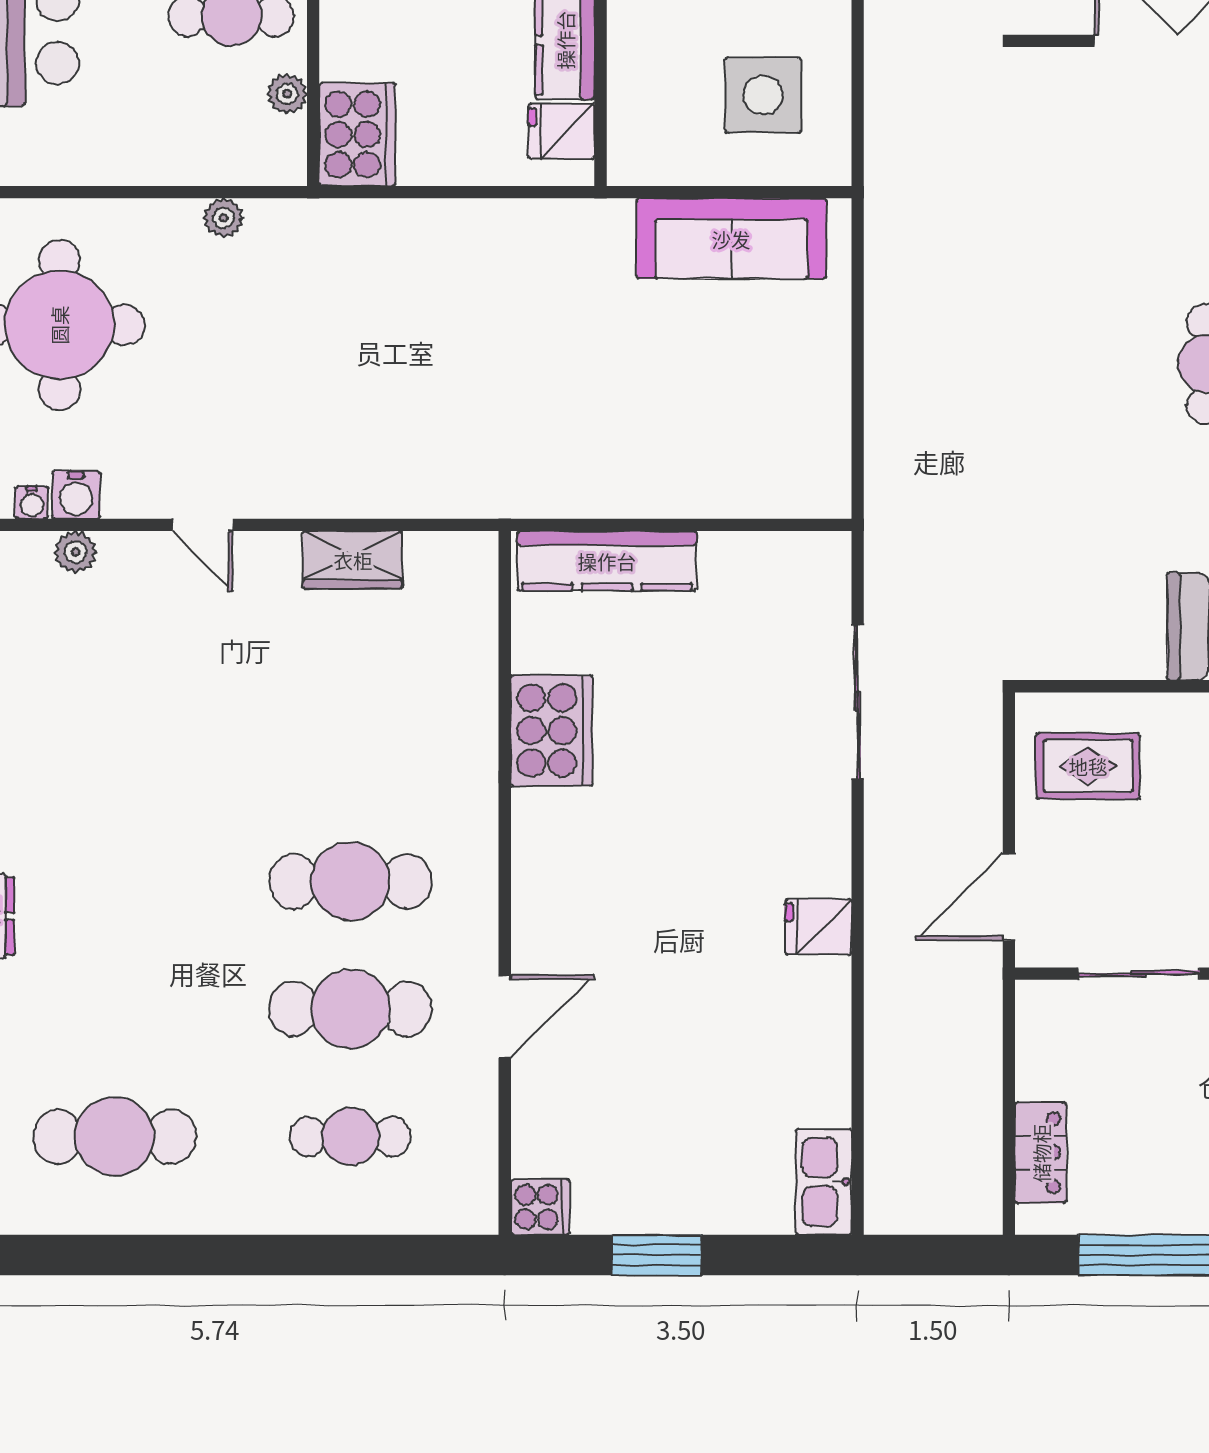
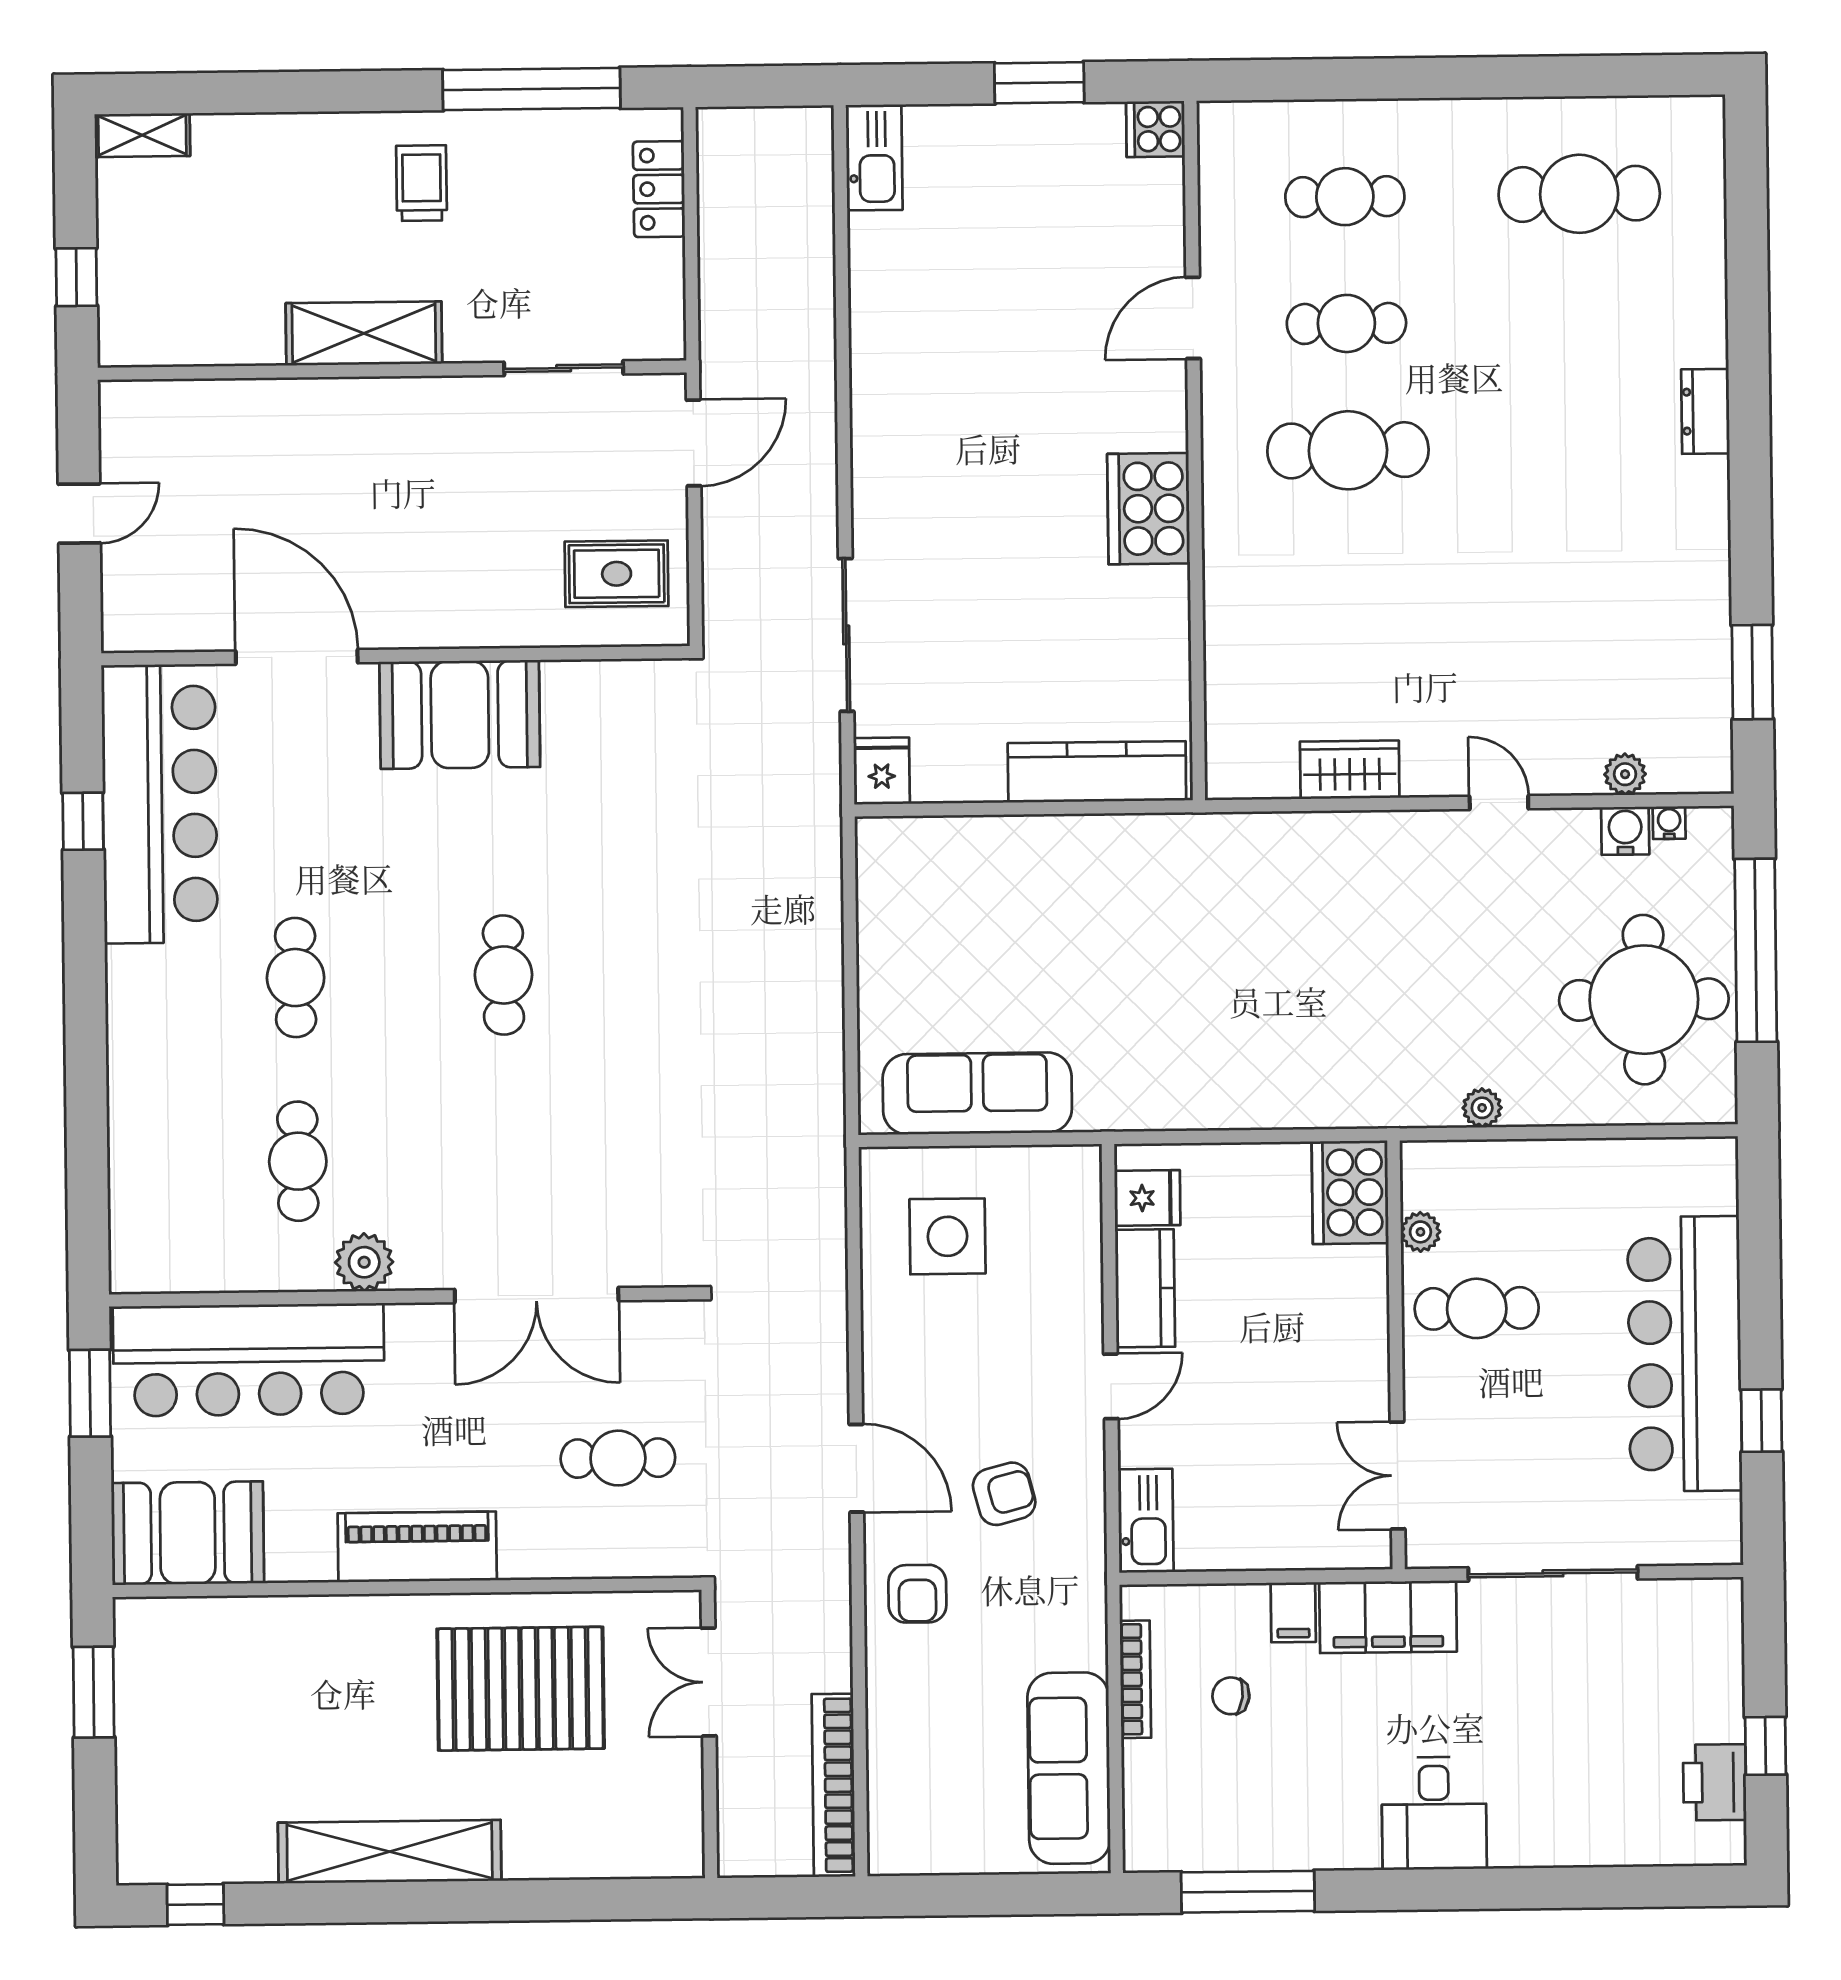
cooker: (552, 731) -> (1149, 509), moved
fridge: (818, 927) -> (882, 771), moved, turned -90
cafe table: (350, 1009) -> (1346, 323), width x0.73, depth x0.74

